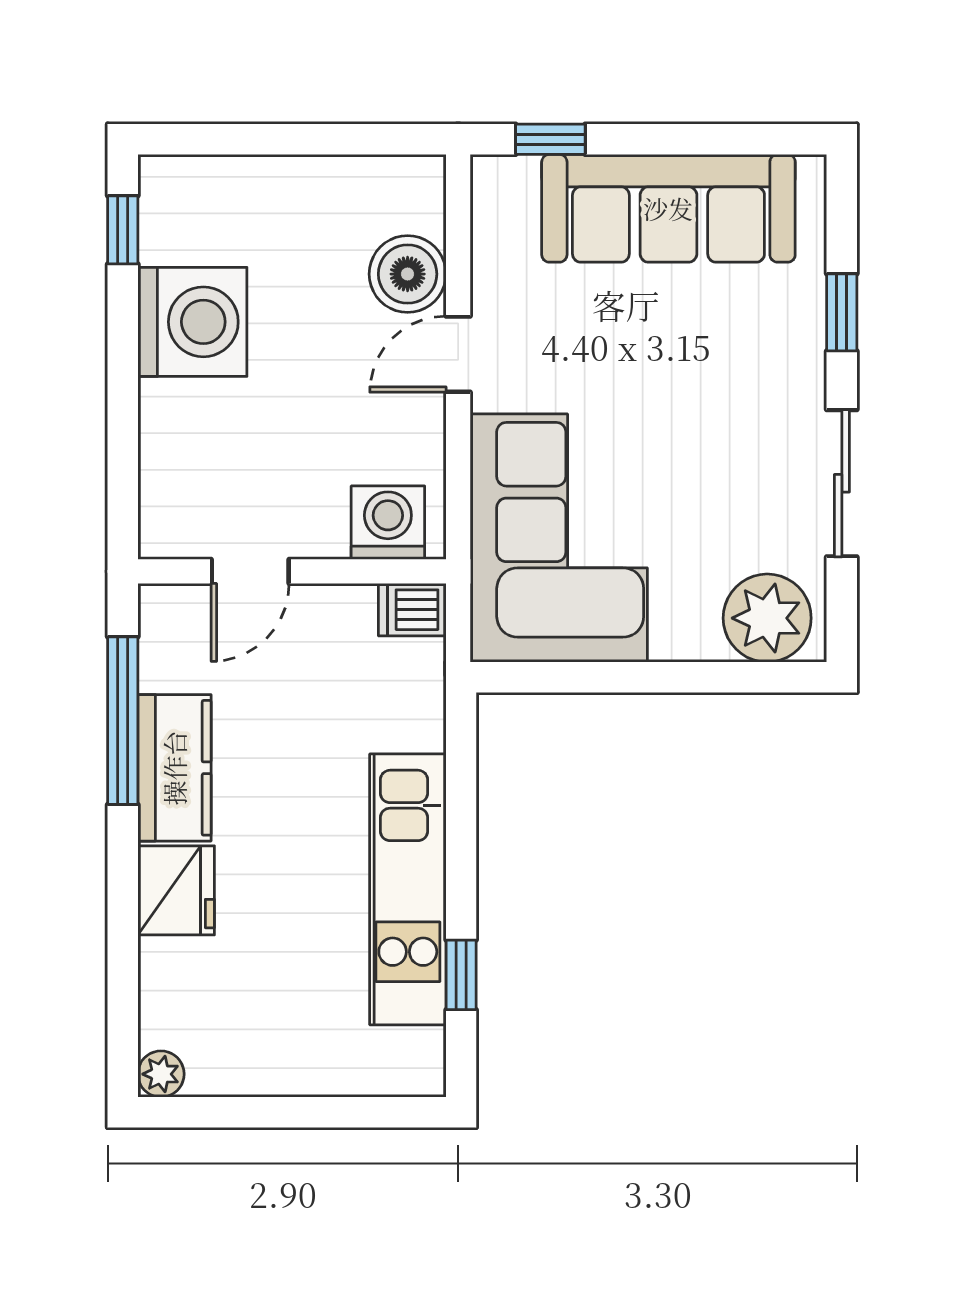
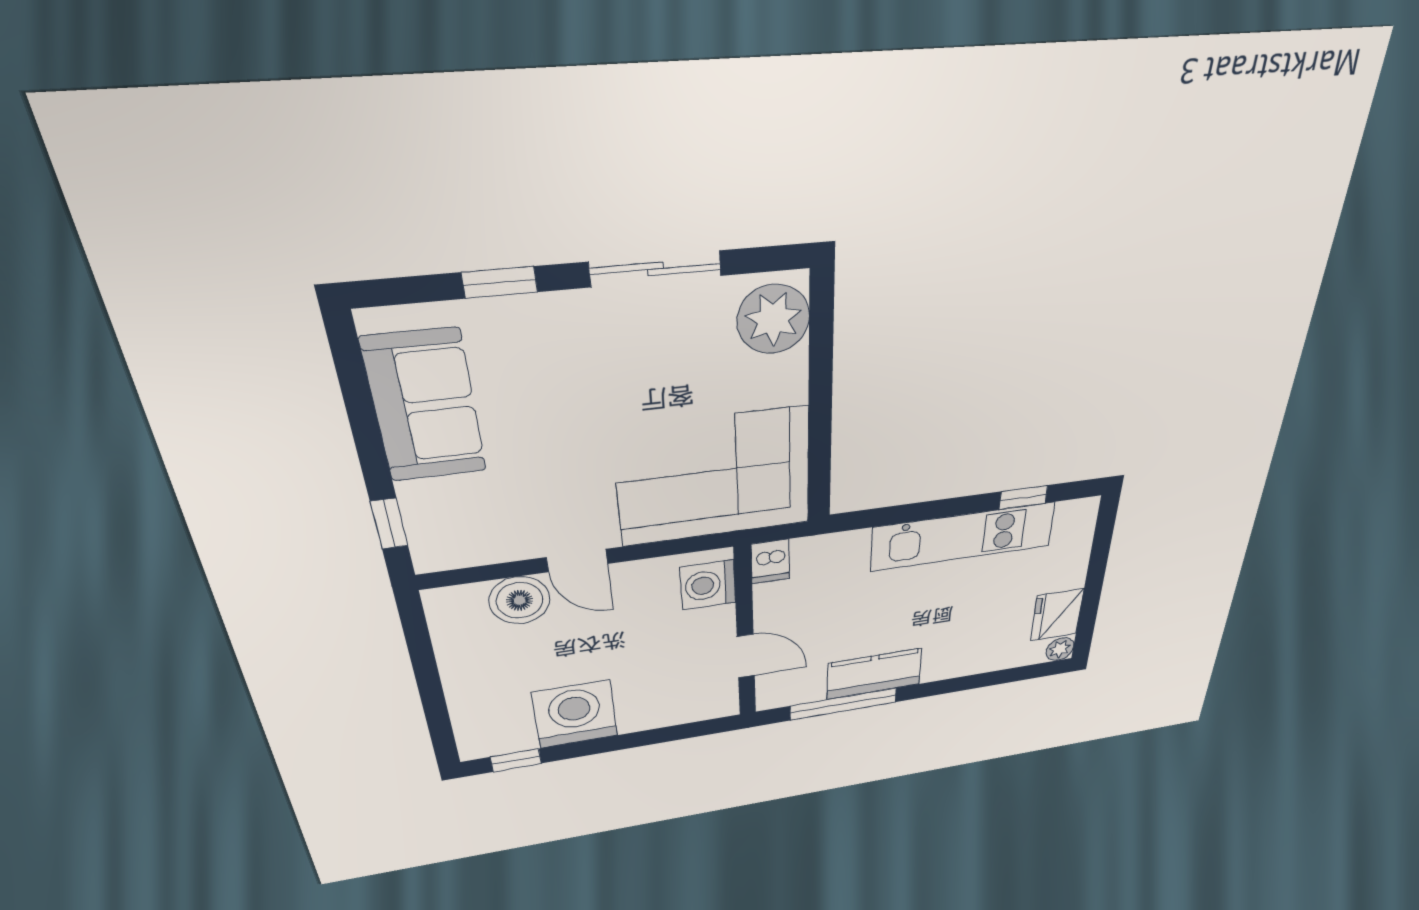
sofa: (668, 208) -> (425, 406), width x0.73
fridge: (176, 890) -> (1057, 615), moved, turned -90

